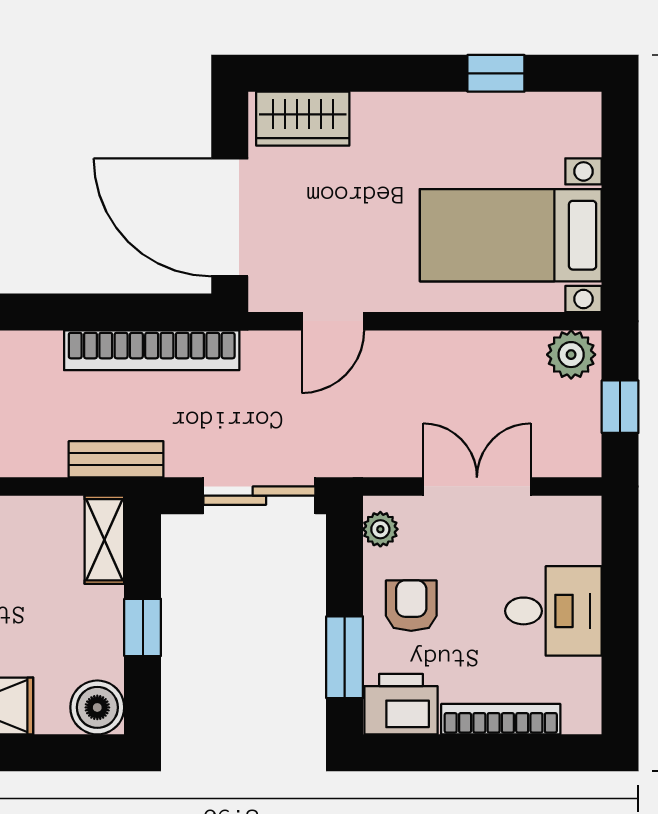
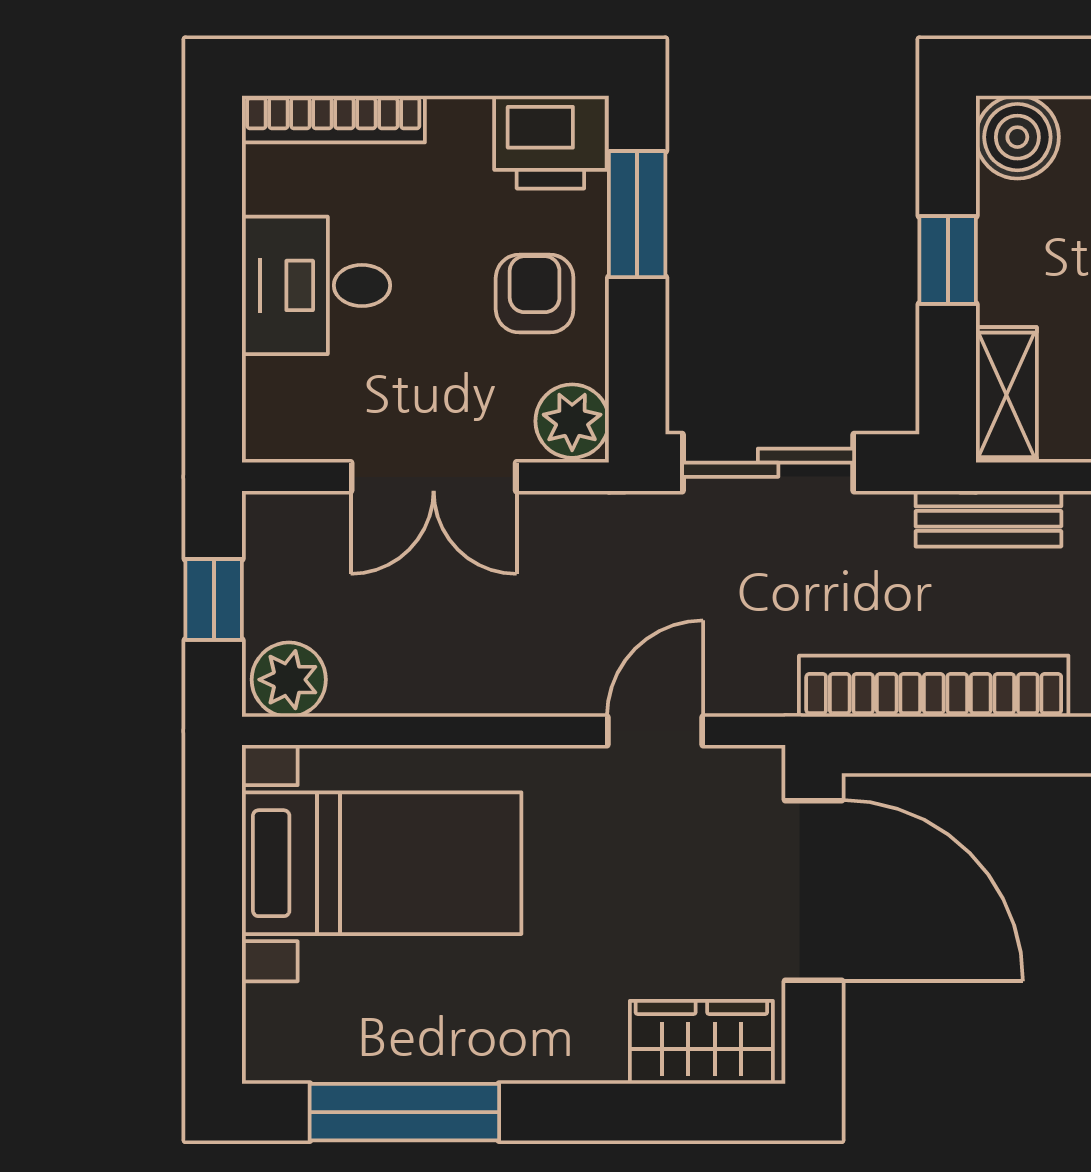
window: (496, 73) -> (404, 1112), width x2.17
plant: (380, 529) -> (572, 421), width x1.38, depth x1.38
armchair: (411, 606) -> (535, 294), turned 180
bookcase: (501, 719) -> (333, 119), moved

